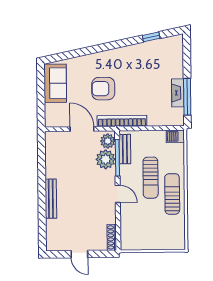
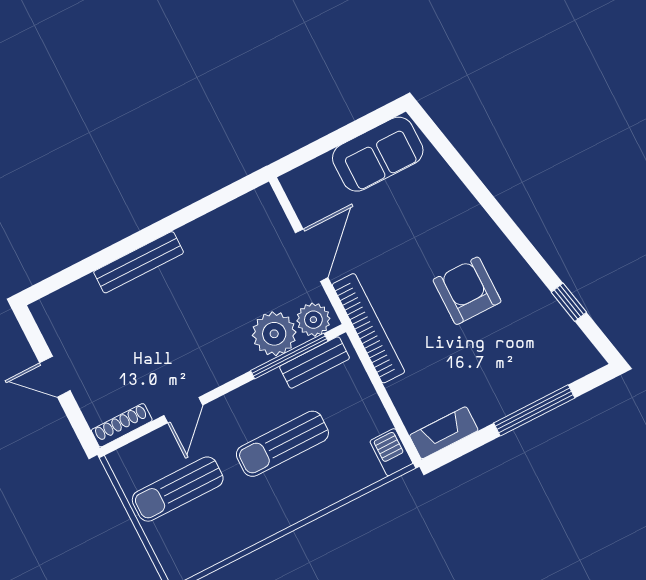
armchair: (103, 89) -> (467, 291), moved
fireplace: (178, 93) -> (444, 433), moved
window: (187, 97) -> (534, 410), moved
door: (118, 194) -> (183, 410), moved
sun lounger: (172, 194) -> (178, 489), moved, turned 180
door: (79, 254) -> (55, 377), hinge flipped

